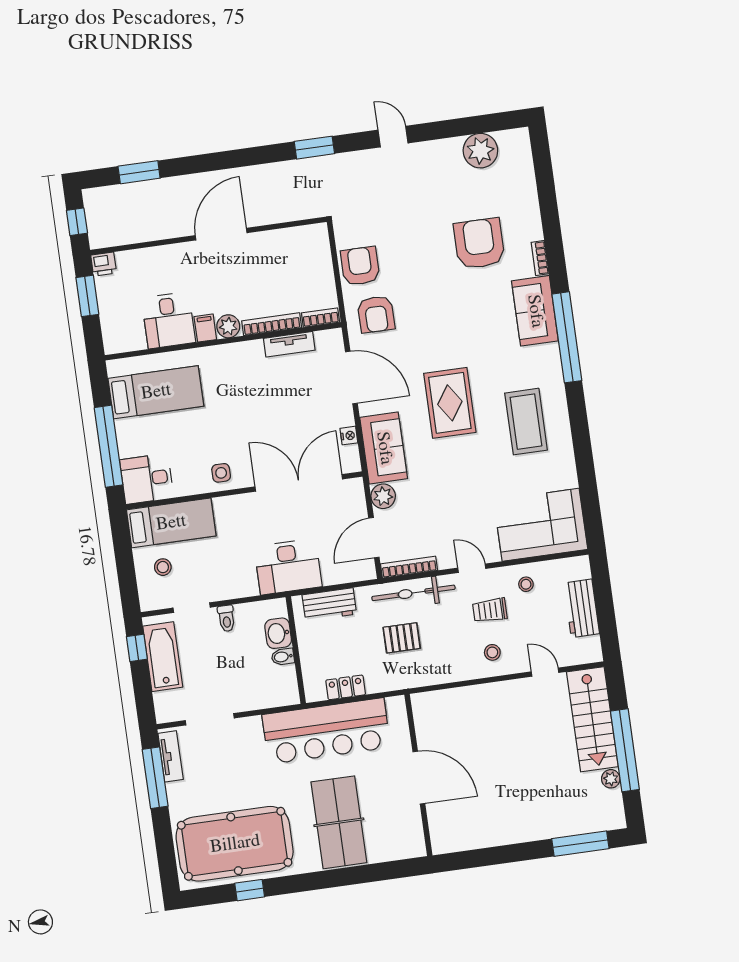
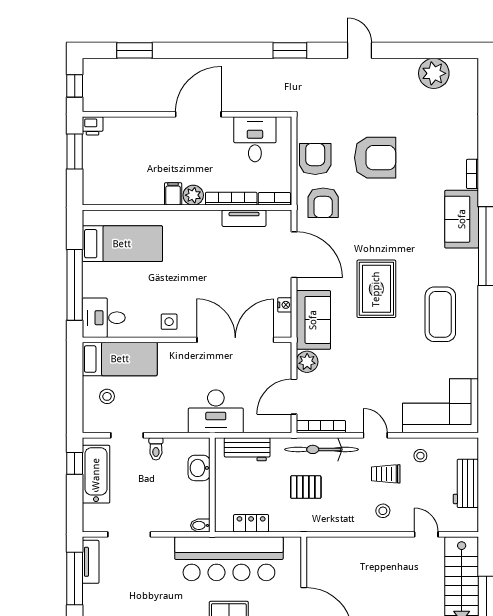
armchair: (479, 244) -> (375, 158), moved, turned 90
desk: (168, 320) -> (255, 139), moved, turned 180
bidet: (283, 657) -> (200, 525), moved

